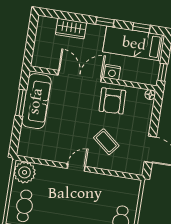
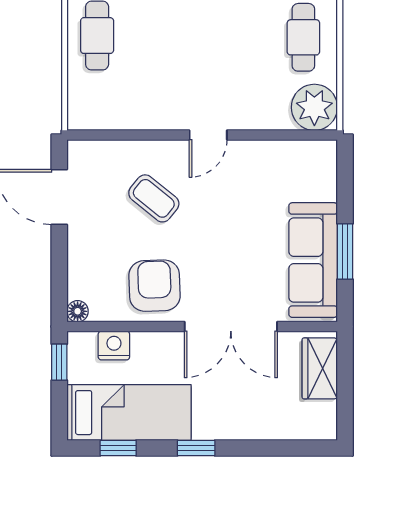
wardrobe: (71, 29) -> (320, 368), moved, turned -90
nightstand: (112, 72) -> (114, 346), moved

